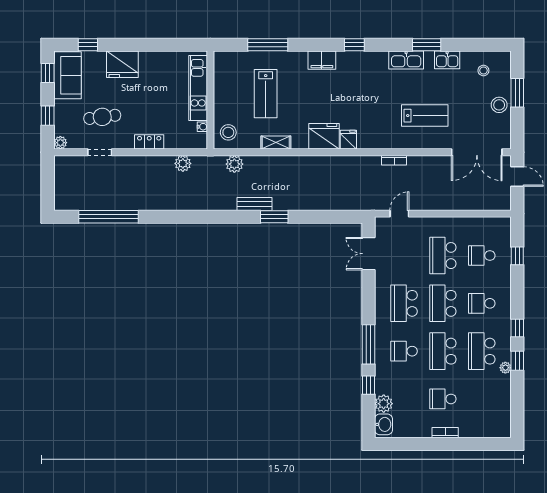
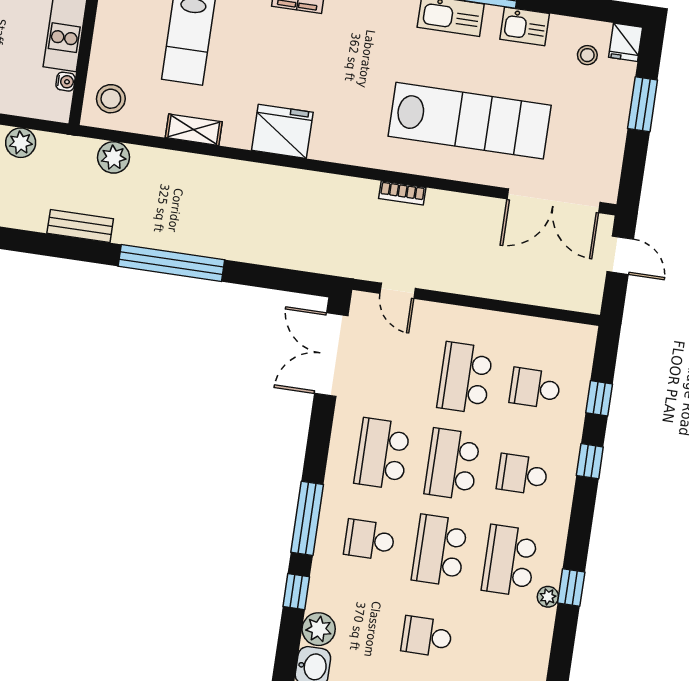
stool: (499, 105) -> (606, 121), removed
lab bench: (425, 116) -> (470, 121), width x1.86, depth x1.39
fridge: (348, 140) -> (626, 42), moved, turned 180
bench: (254, 204) -> (80, 226), moved
door: (399, 214) -> (398, 291), swing flipped
window: (274, 217) -> (171, 263), width x2.11
double door: (368, 254) -> (331, 355), width x1.37
window: (517, 328) -> (590, 461), moved

